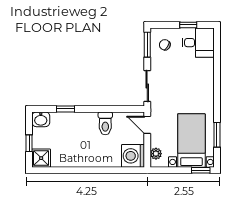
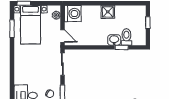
washbasin: (41, 119) -> (114, 40), moved
toilet: (105, 123) -> (126, 37), moved
shower: (41, 158) -> (108, 12), moved

